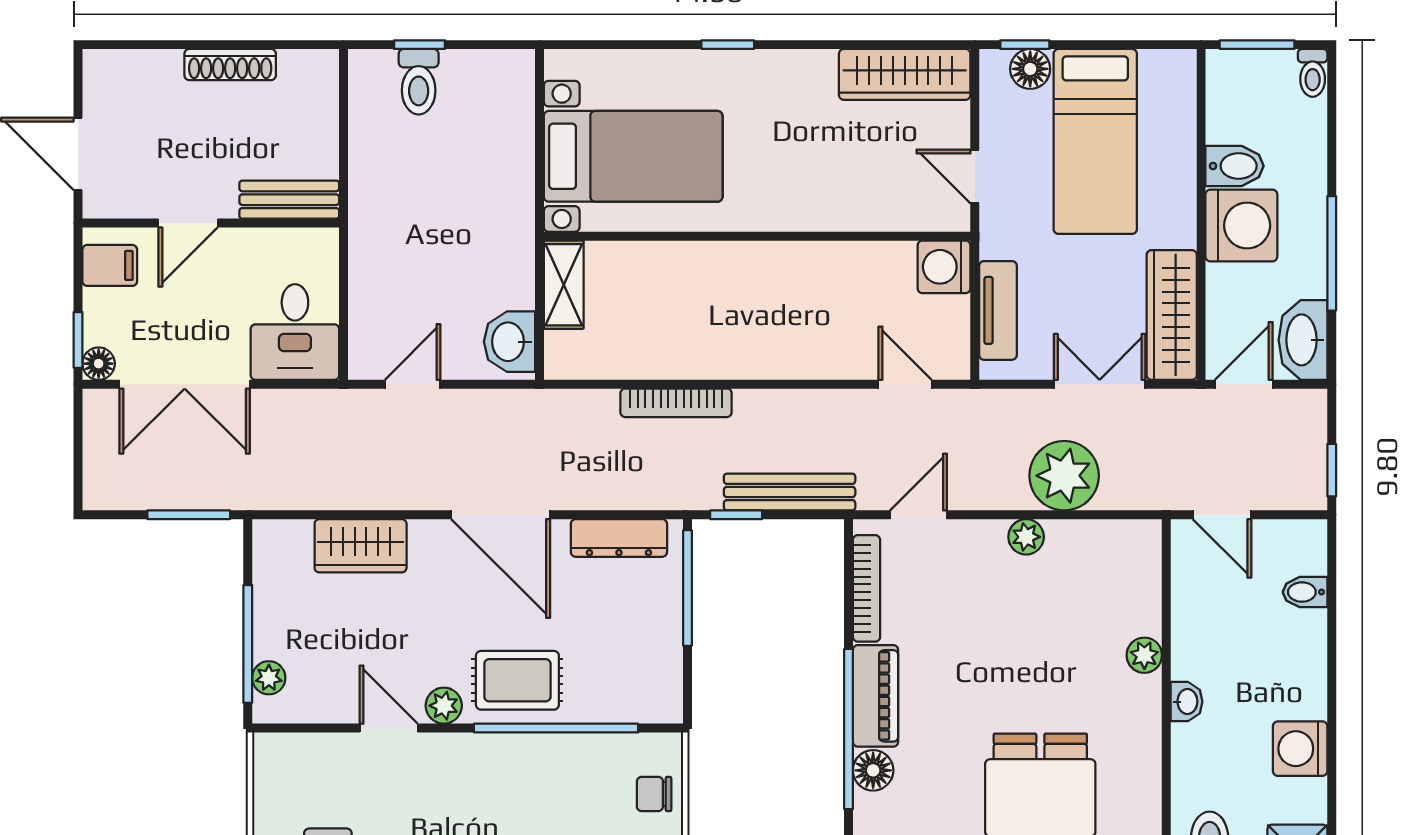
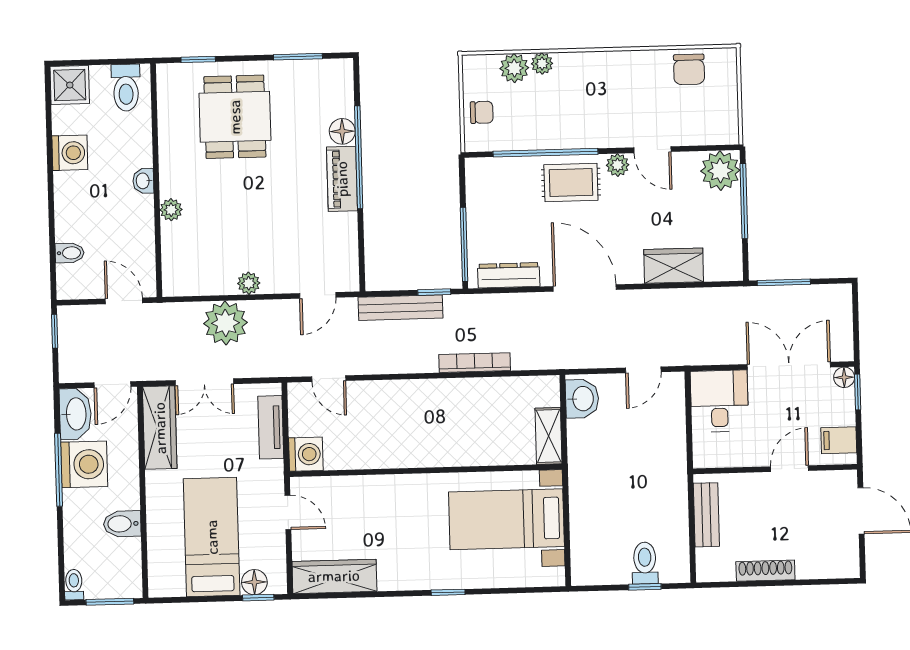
bench: (289, 200) -> (706, 515), moved, turned 90
washing machine: (1241, 225) -> (84, 464), moved, turned 180
bookcase: (866, 588) -> (350, 247), removed
plant: (269, 678) -> (720, 171), width x1.88, depth x1.88

